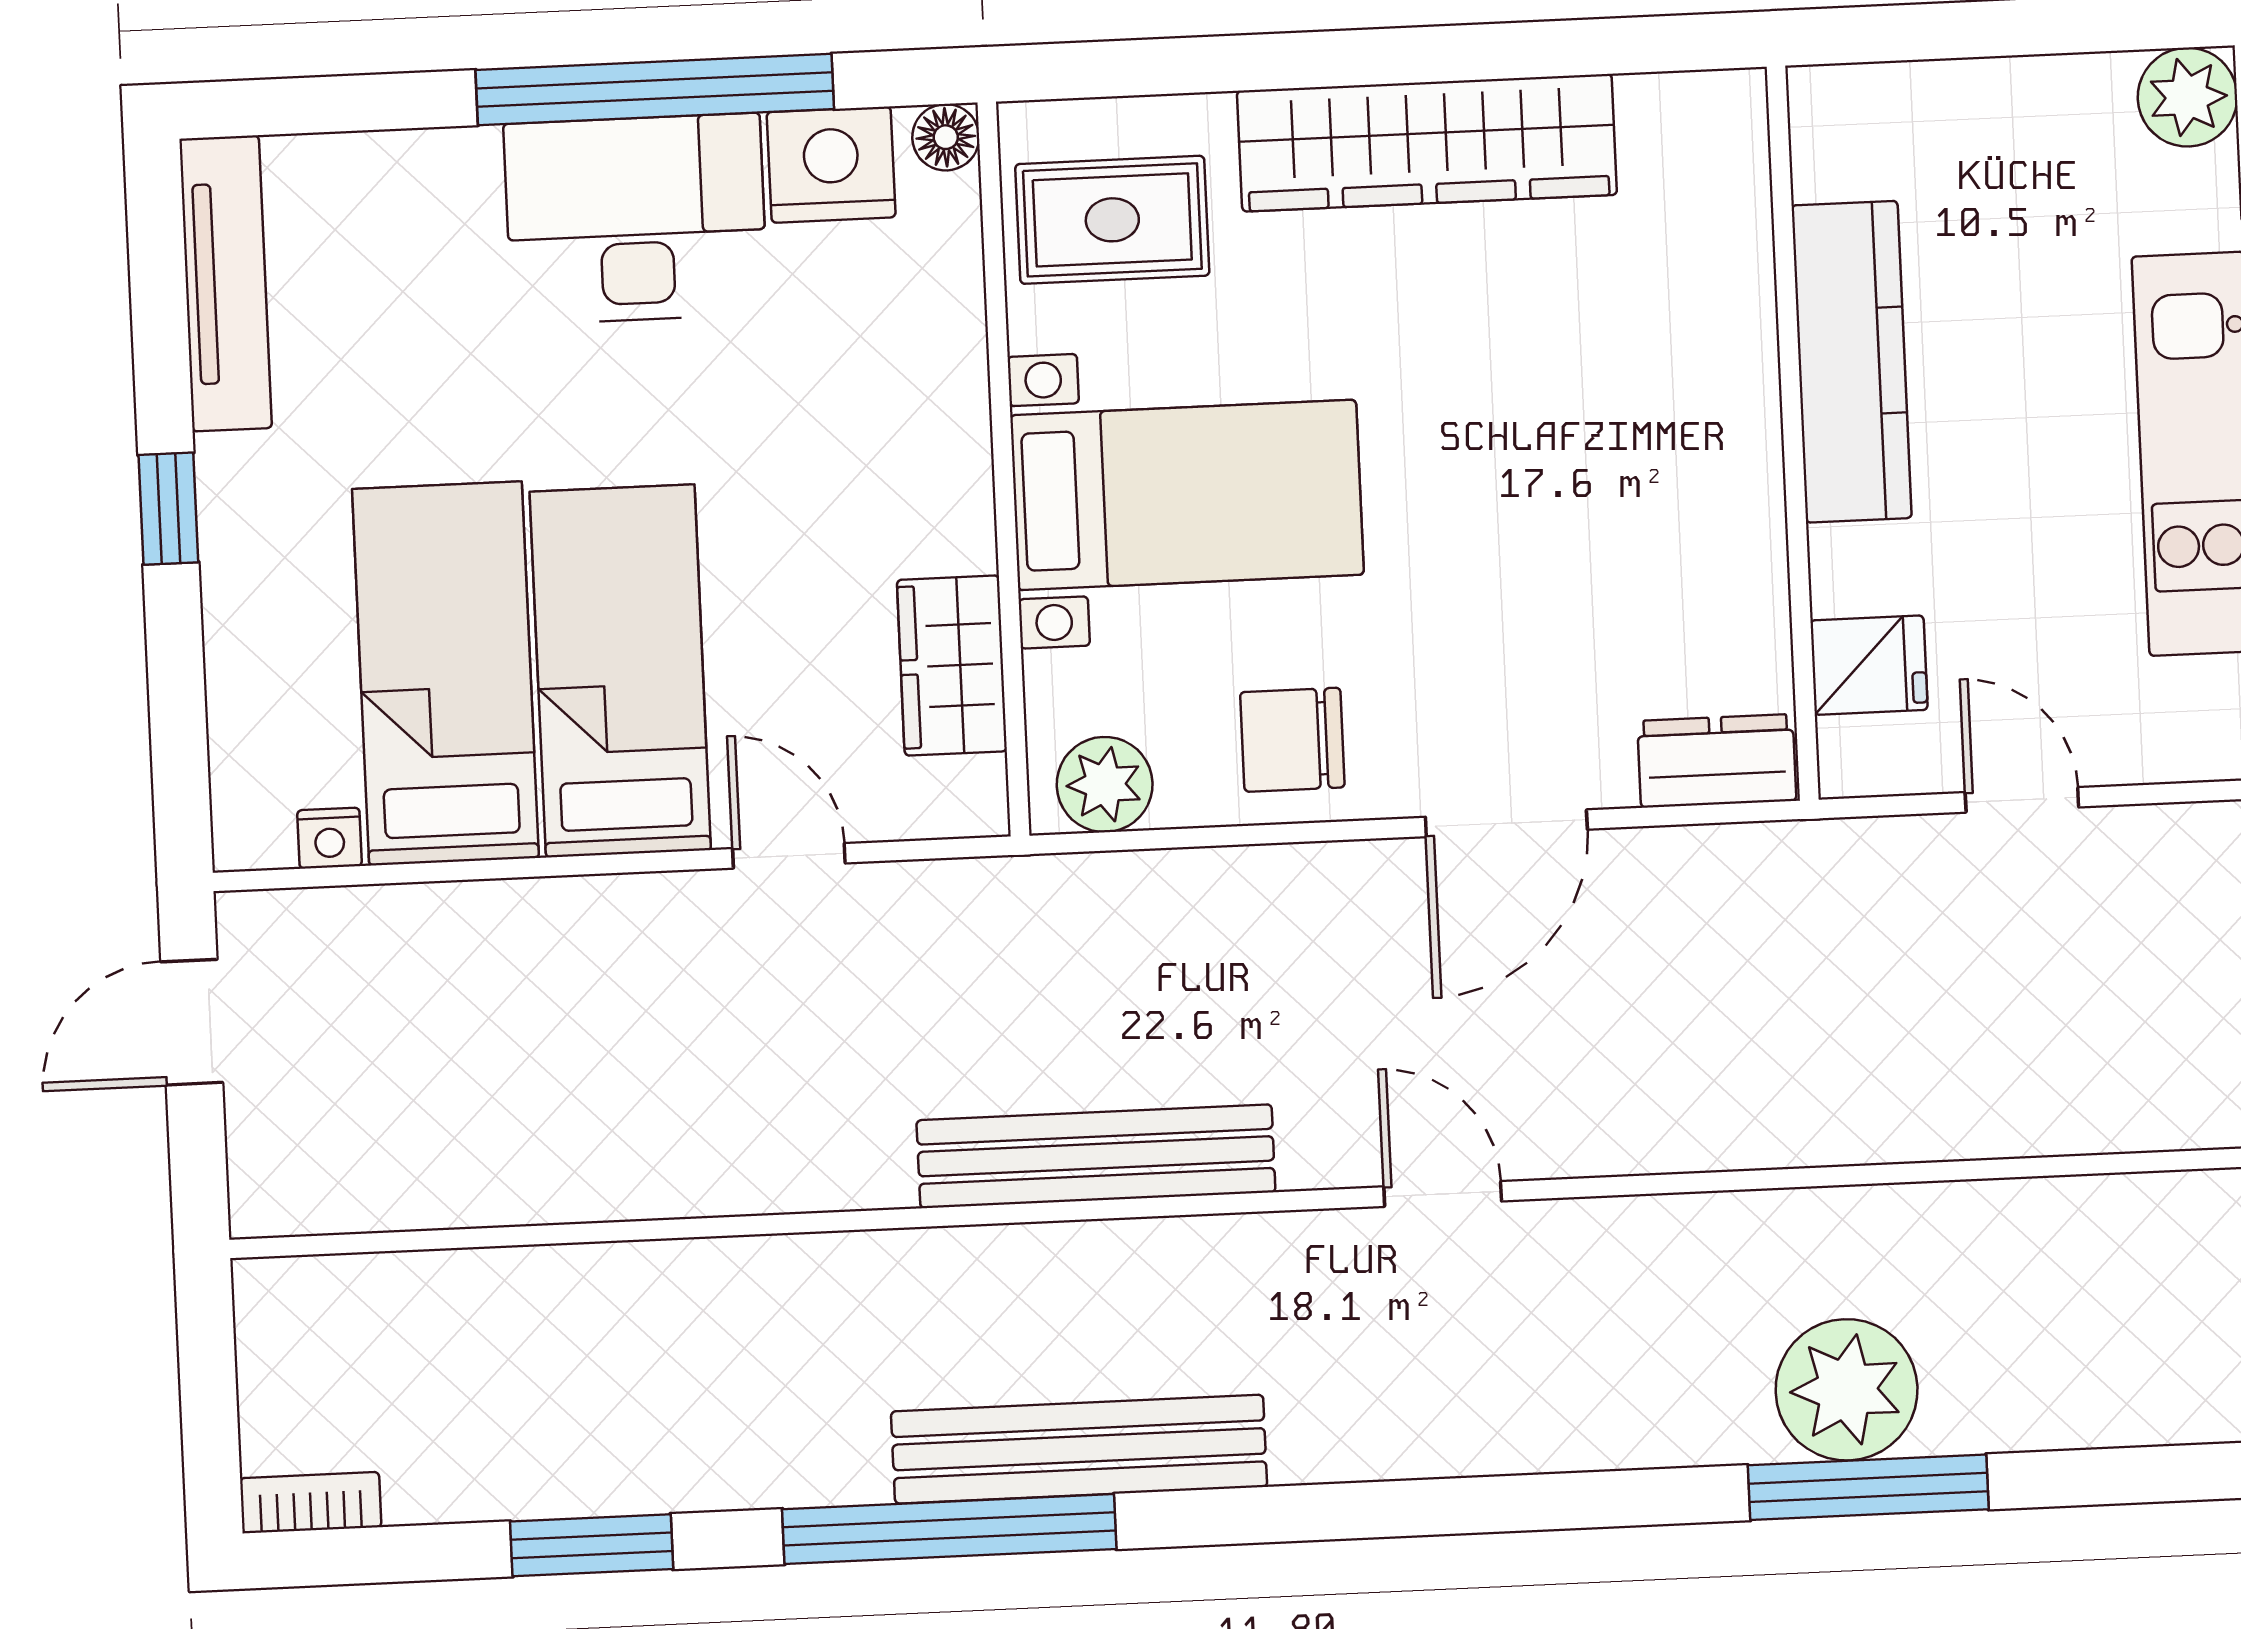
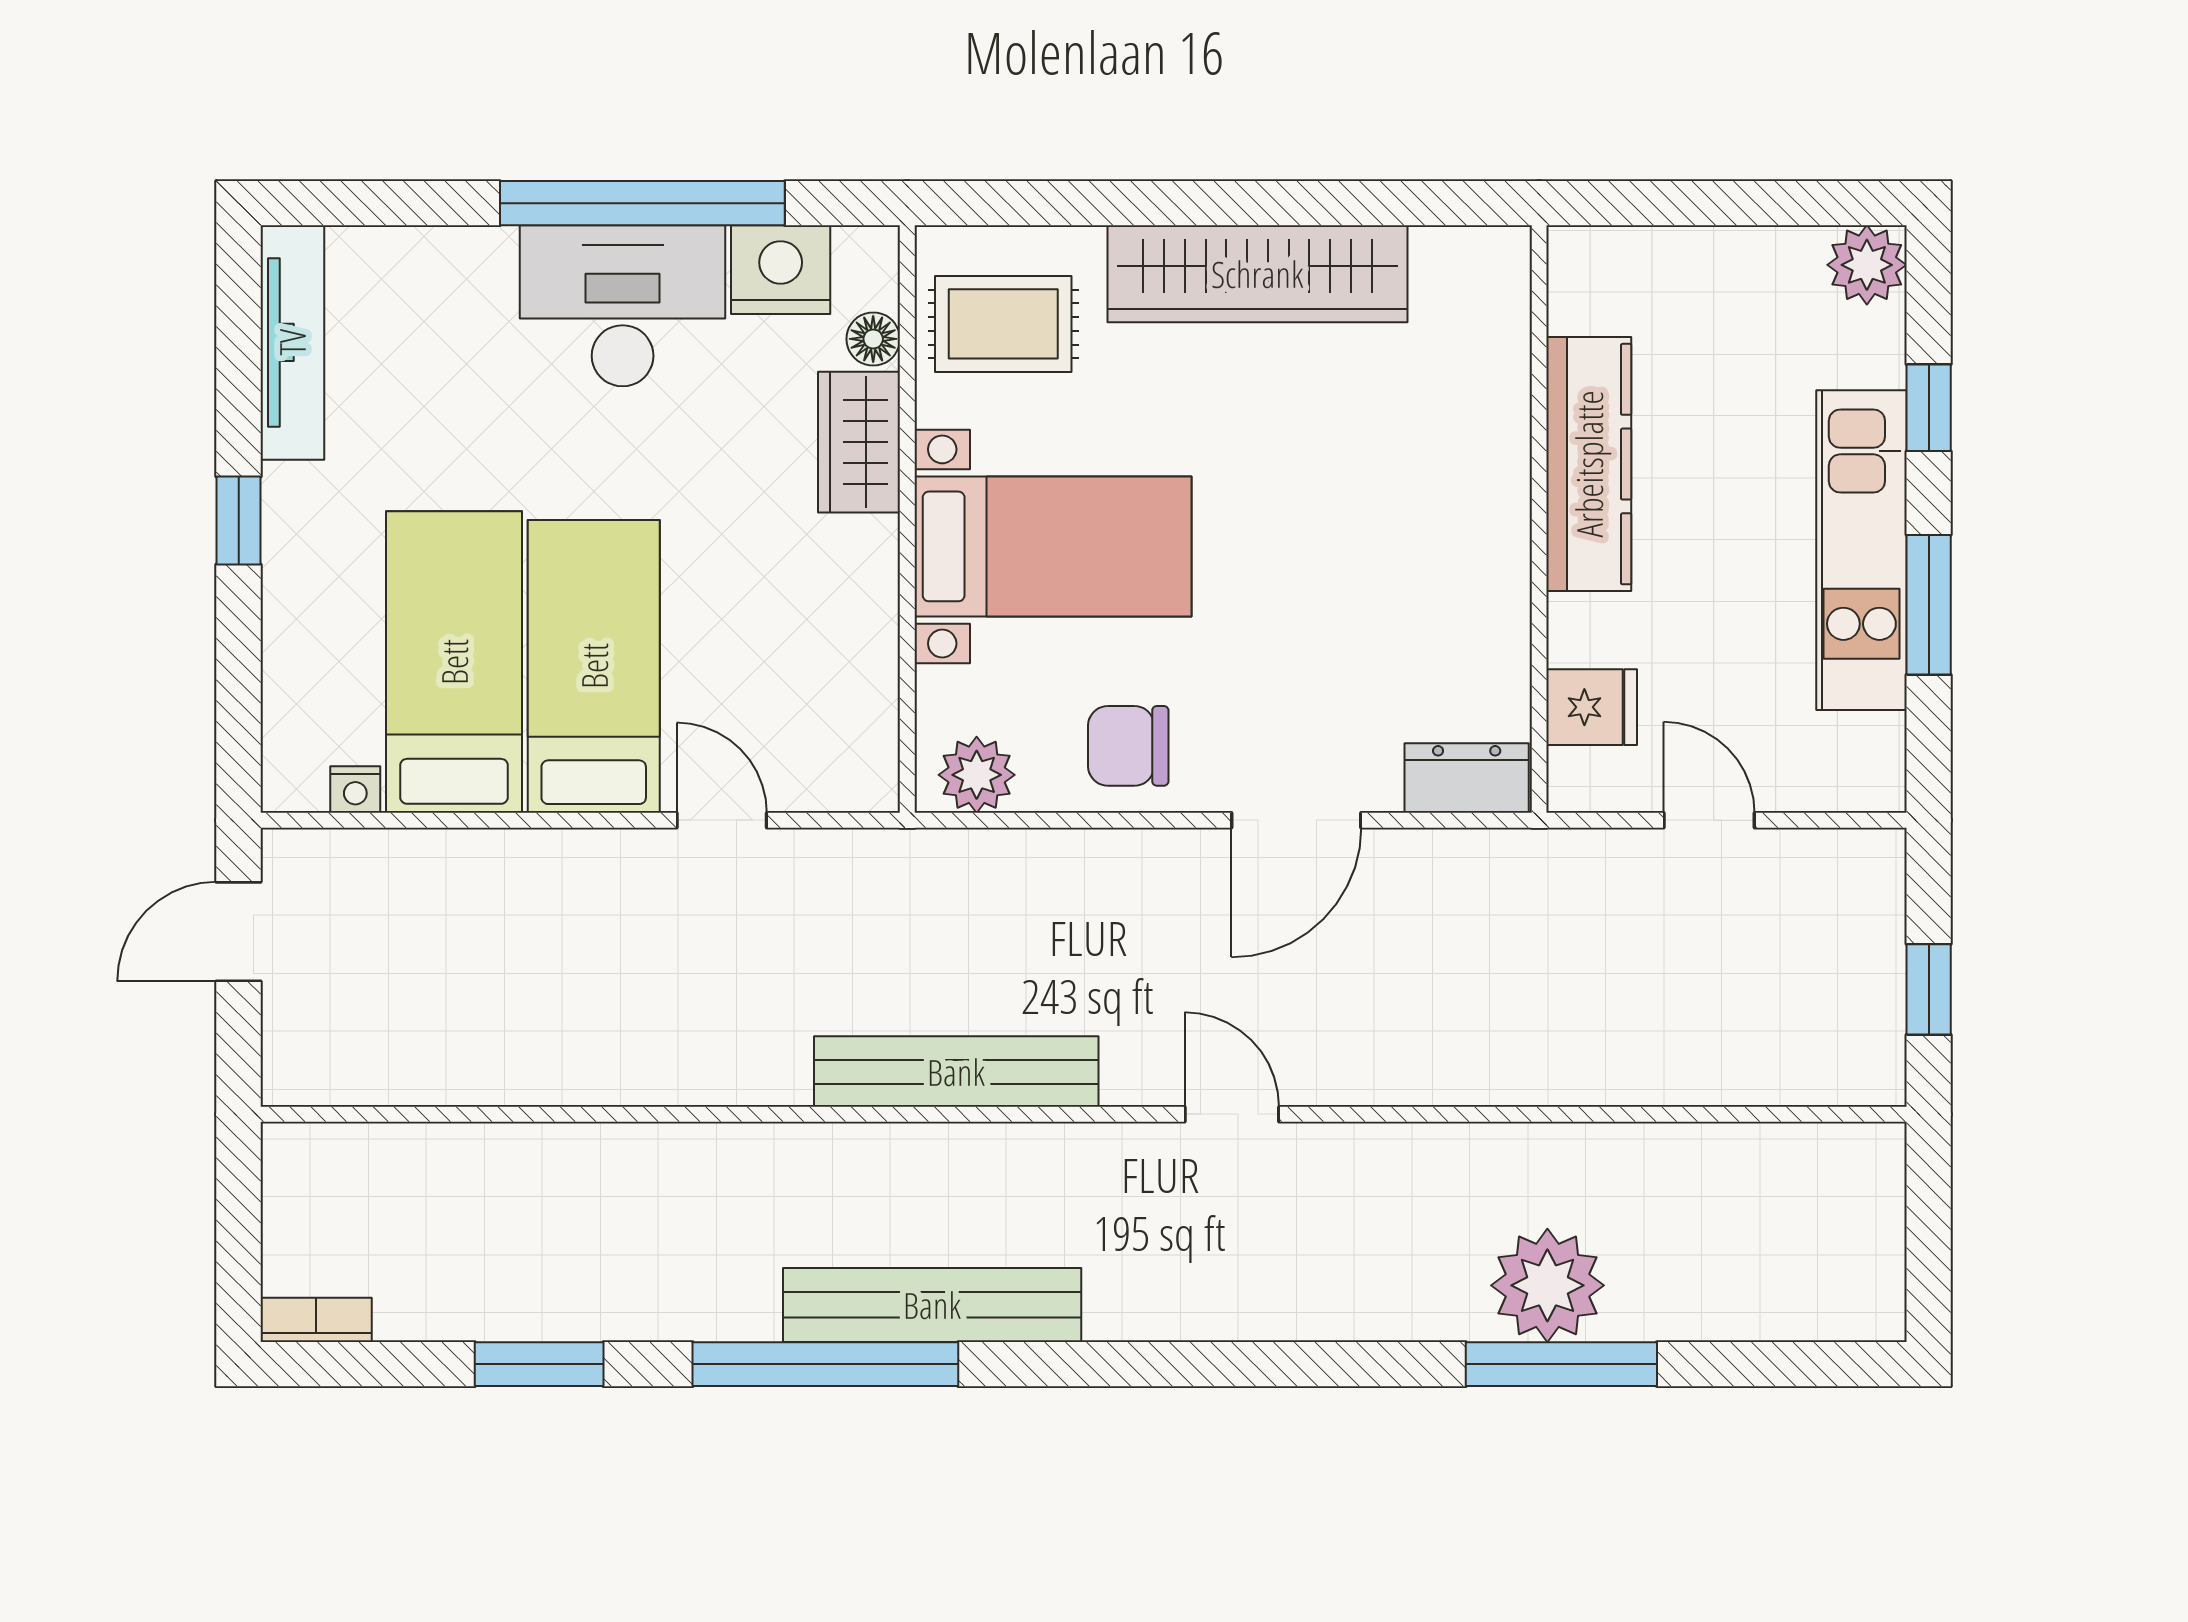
floor lamp: (946, 137) -> (873, 339), moved
wardrobe: (952, 666) -> (859, 442), moved

